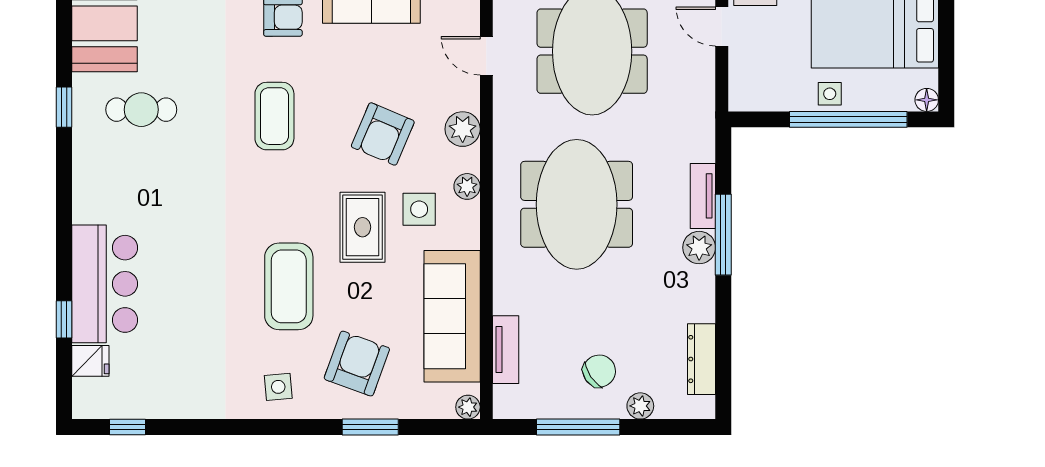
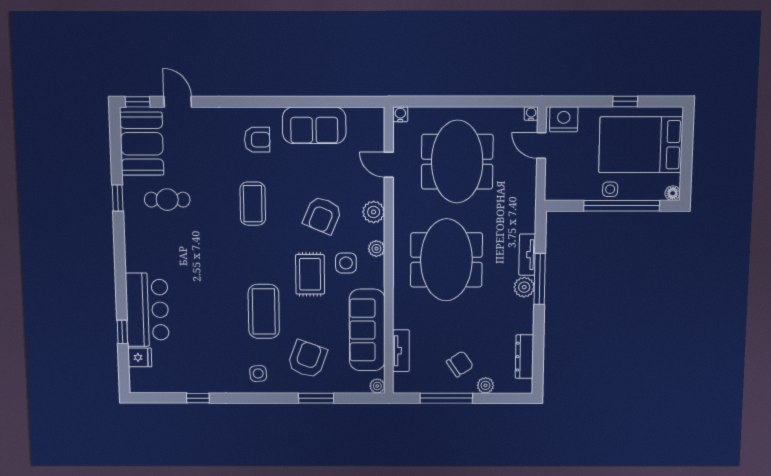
window: (128, 427) -> (198, 398), moved

